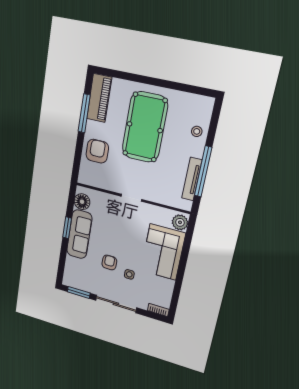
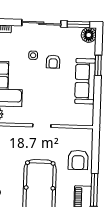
floor lamp: (82, 202) -> (89, 35), moved
window: (67, 228) -> (98, 65), moved

